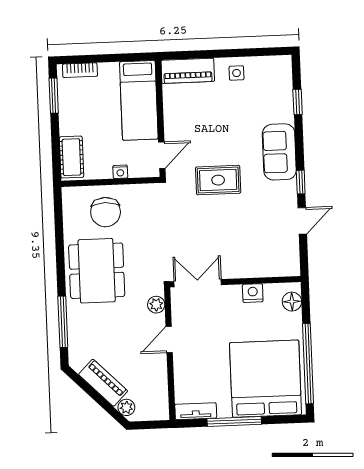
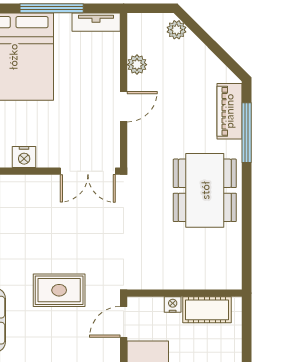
cot: (71, 157) -> (207, 310), moved, turned 90
chair: (106, 212) -> (192, 258), removed
plant: (156, 305) -> (137, 65), moved
piano: (103, 383) -> (229, 111), moved, turned 45

